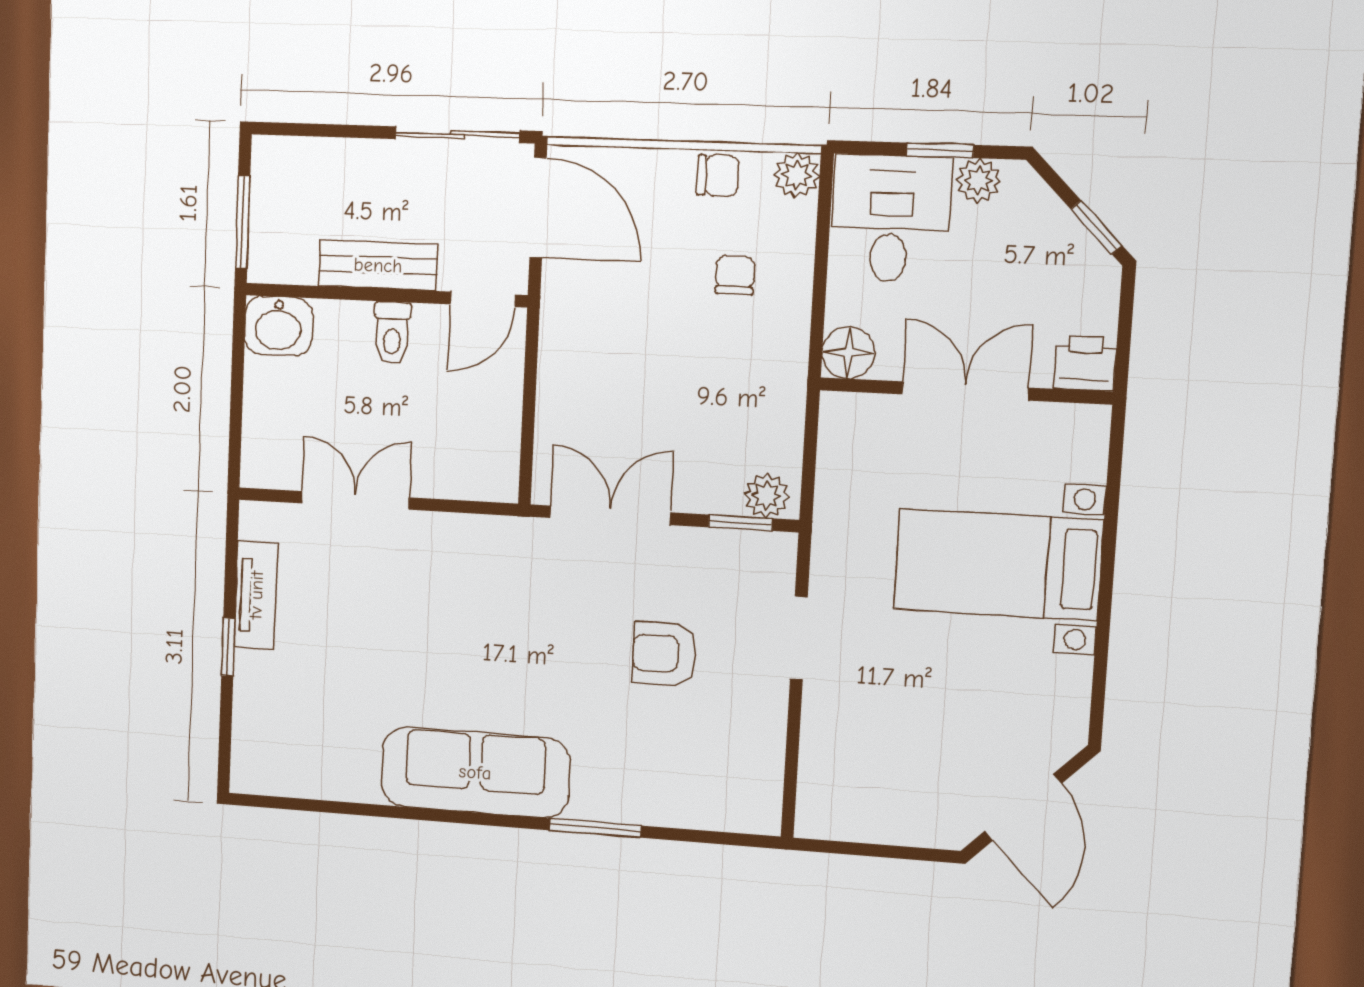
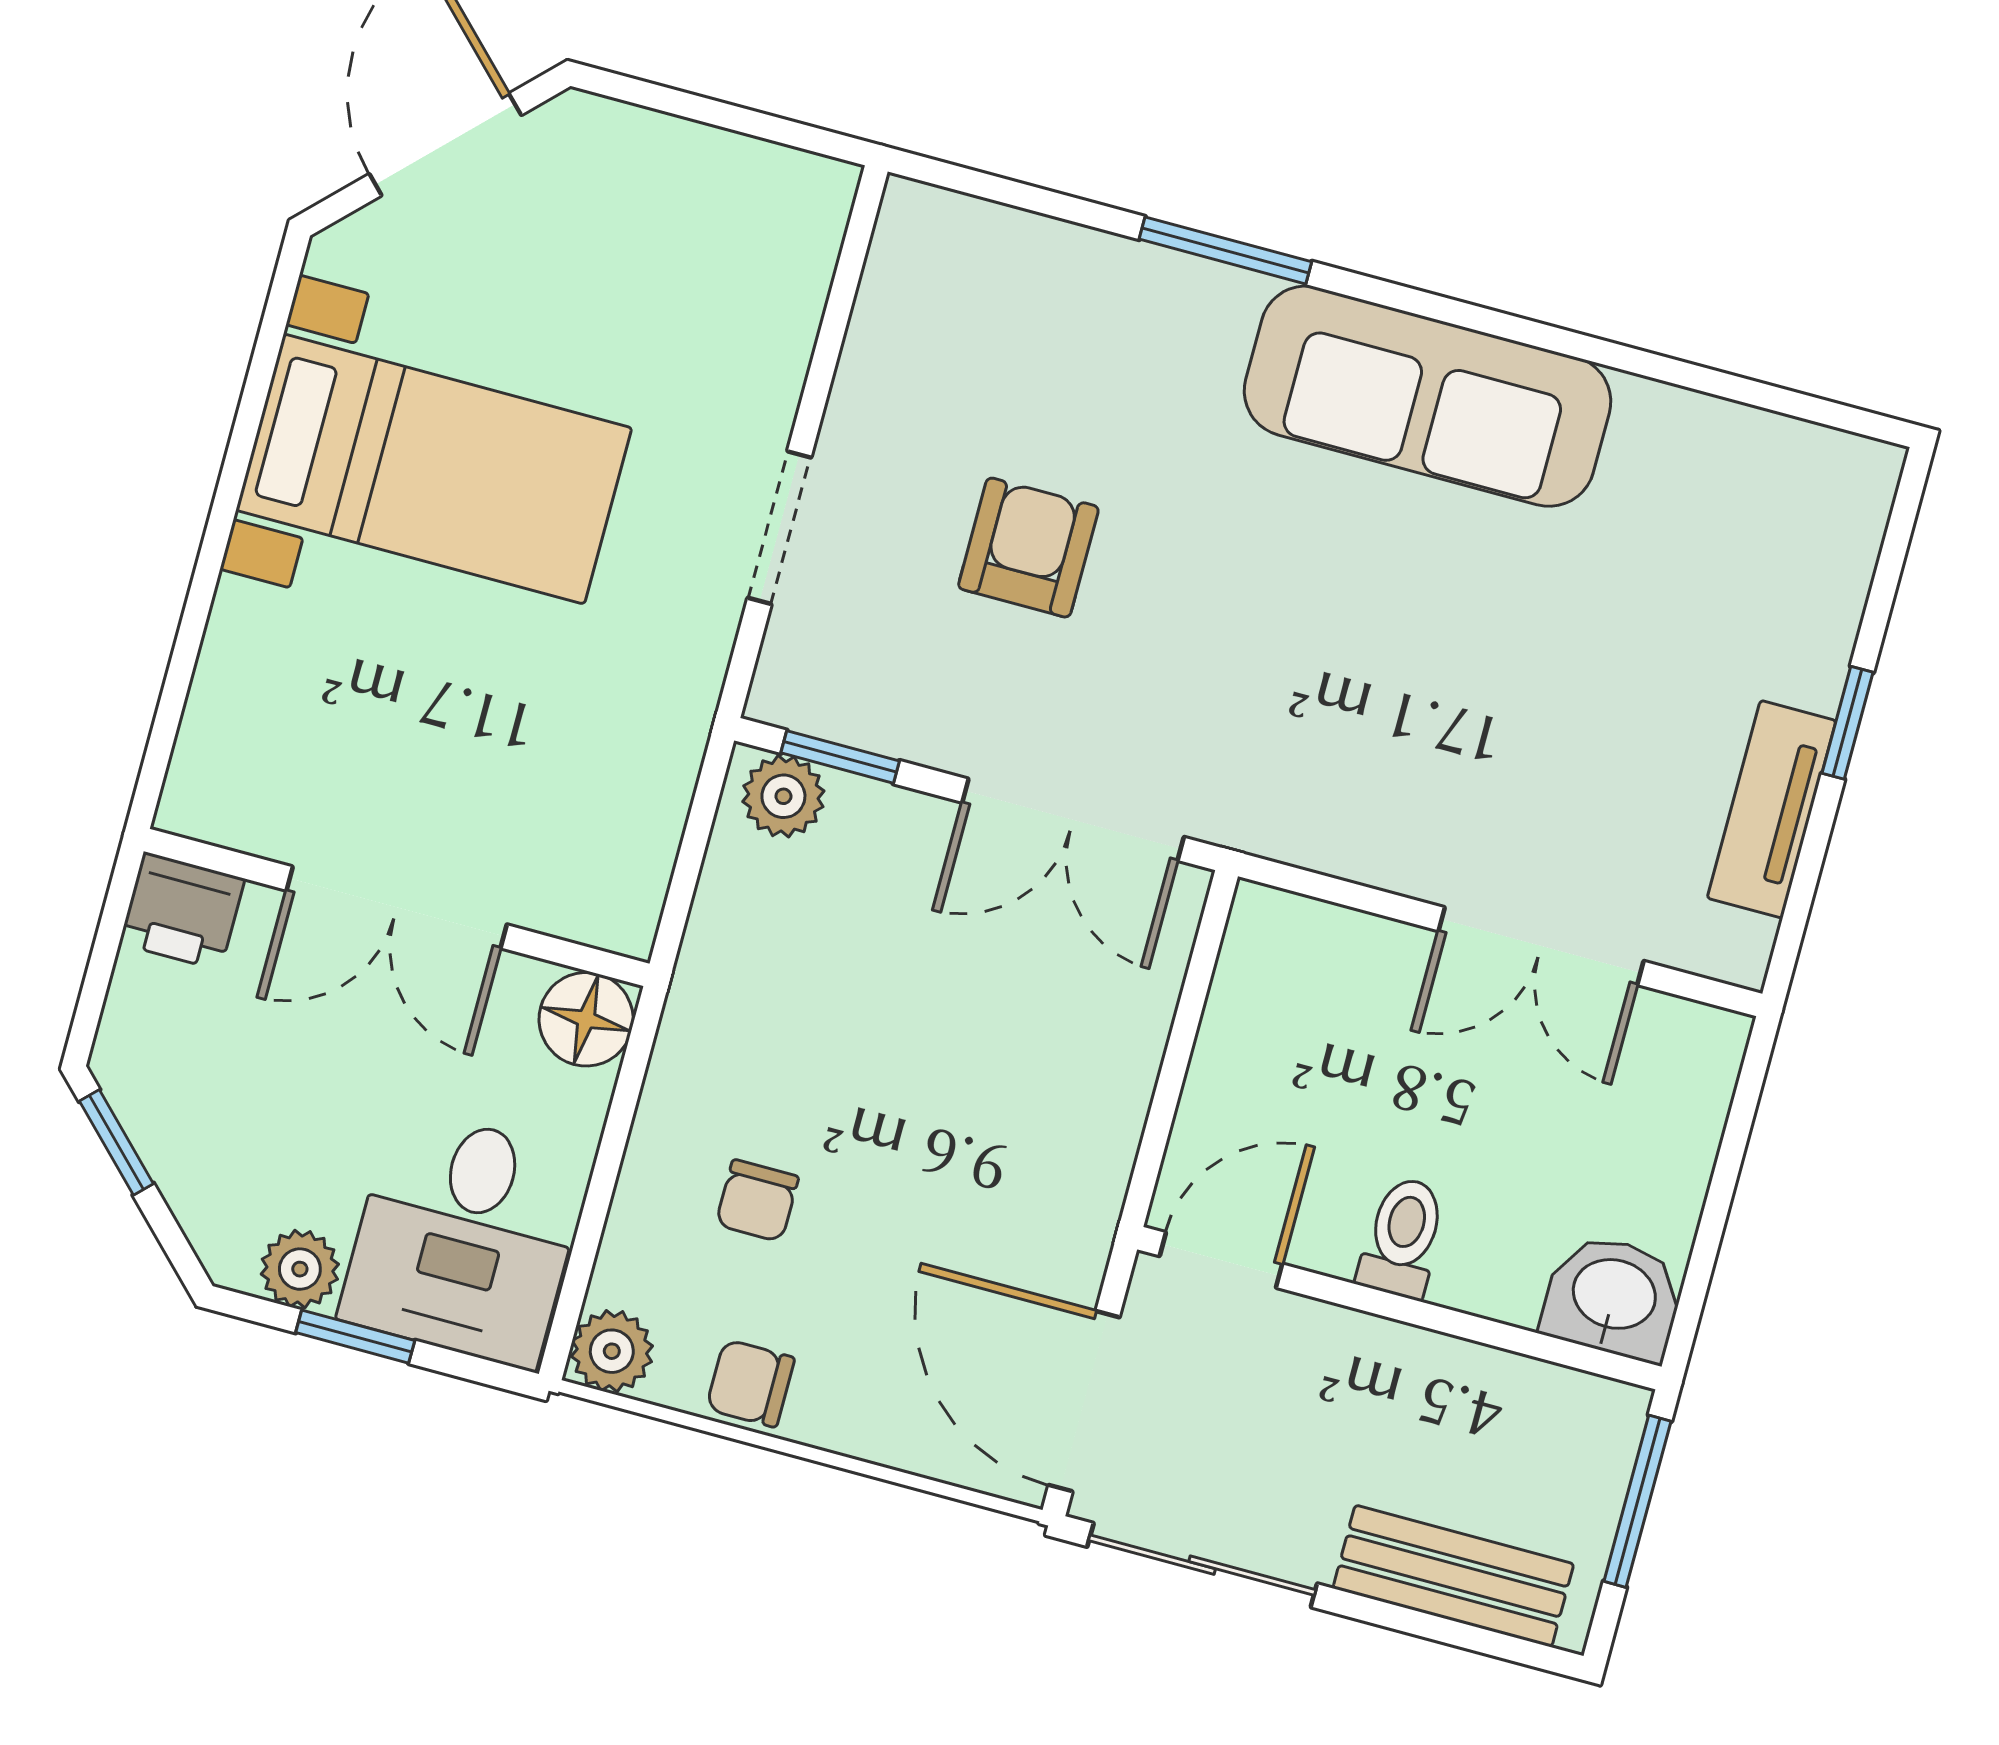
bench: (378, 265) -> (1453, 1576), moved
bed with nightstands: (998, 565) -> (434, 469), moved
armchair: (664, 654) -> (1028, 548), turned -90

